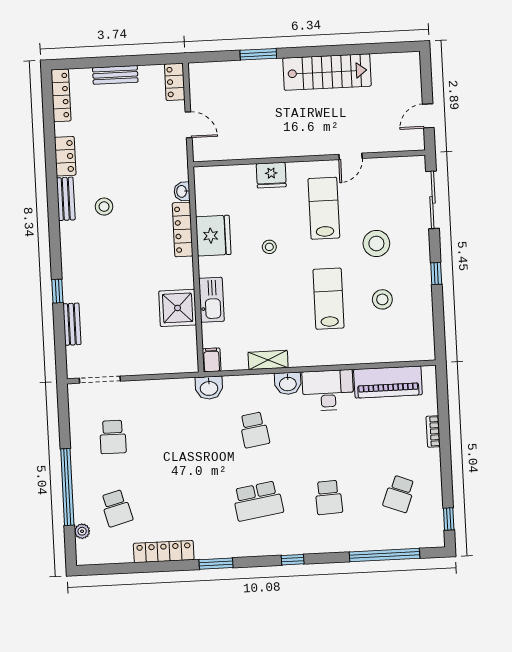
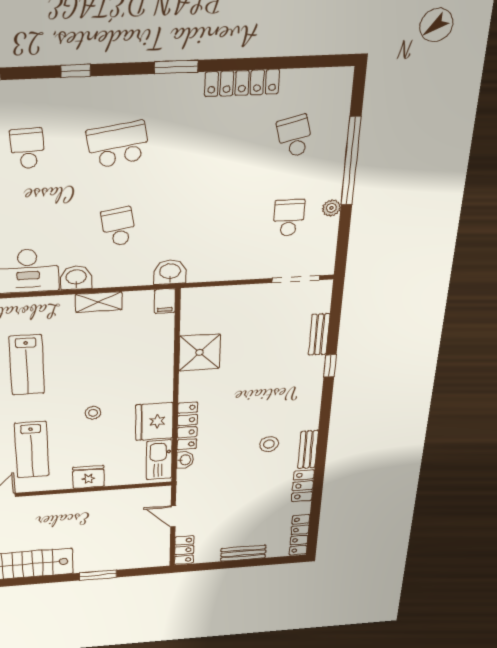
kitchen sink: (211, 300) -> (159, 460), moved
plant: (82, 531) -> (331, 208), moved

